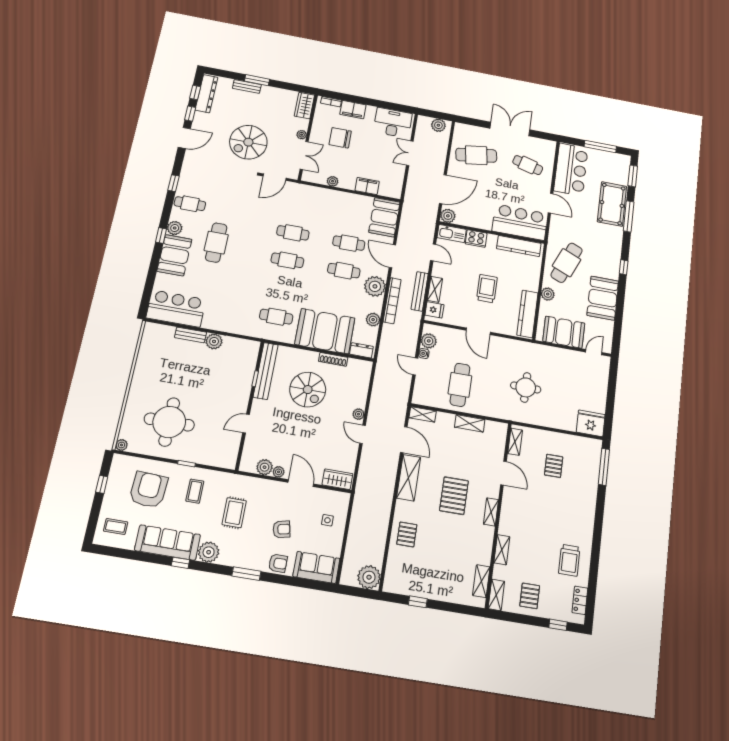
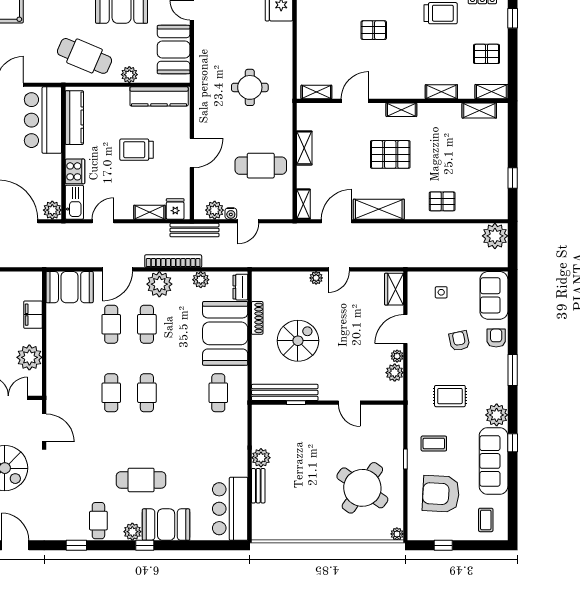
plant: (333, 181) -> (29, 357), width x1.87, depth x1.87
bench: (420, 291) -> (194, 230), moved
round table: (169, 422) -> (362, 488), turned 35
pallet: (554, 466) -> (374, 30), moved

